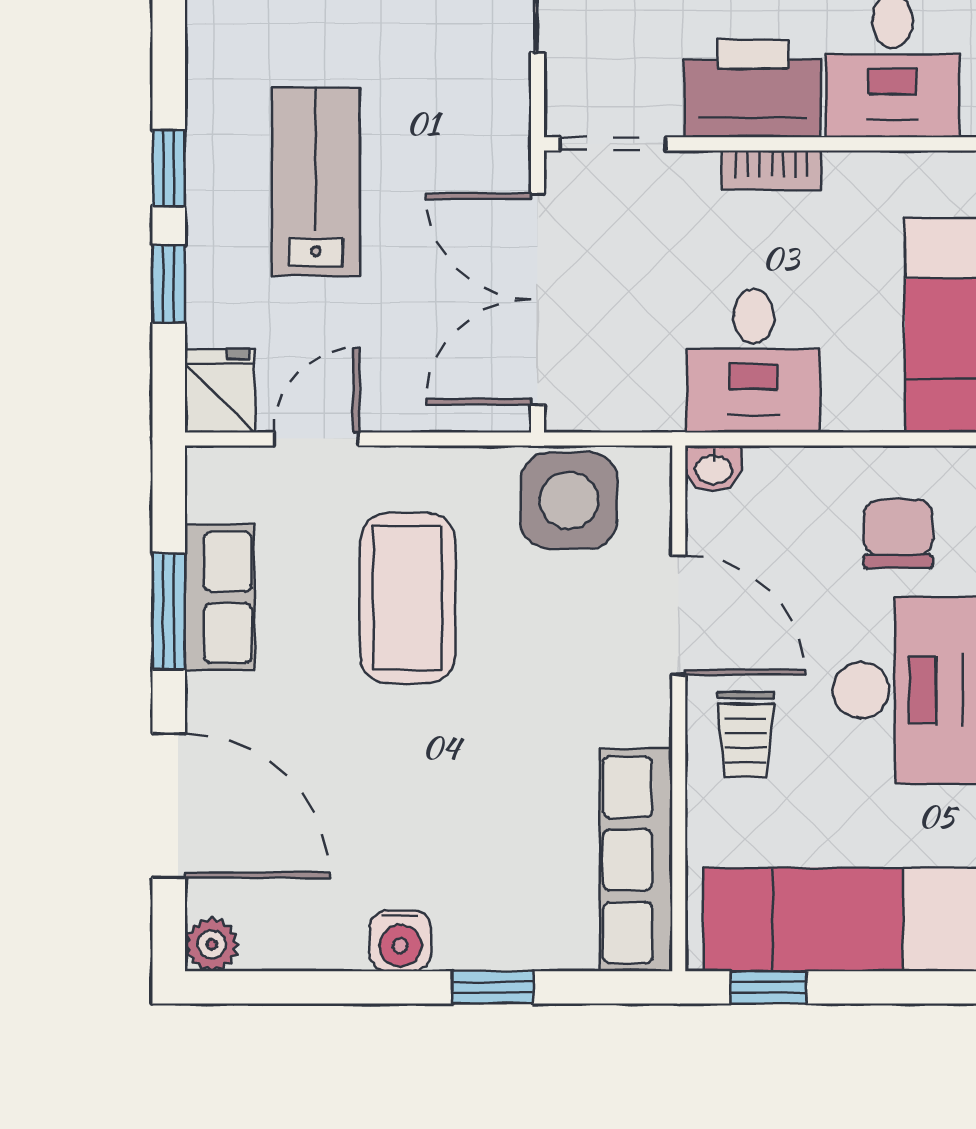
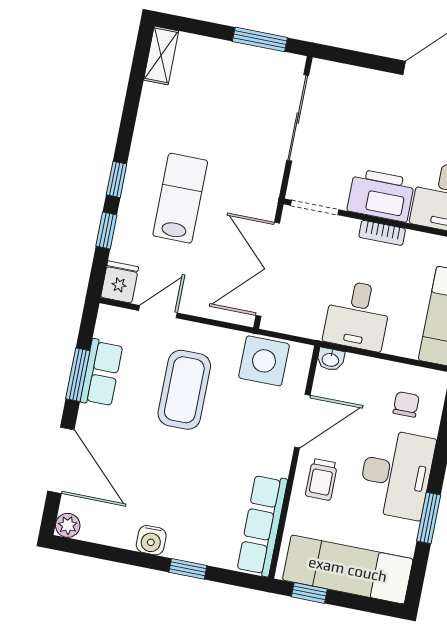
chair: (898, 534) -> (406, 404), width x0.73, depth x0.73
door: (679, 615) -> (302, 421), hinge flipped

